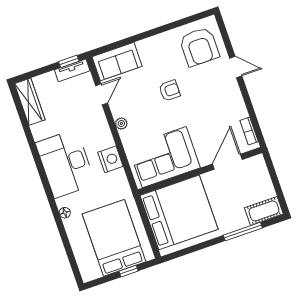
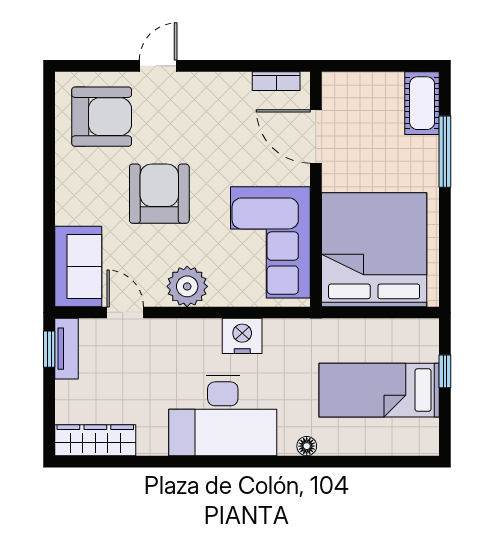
armchair: (170, 91) -> (159, 194), width x1.88, depth x1.88
plant: (121, 124) -> (187, 286), width x1.88, depth x1.88
bed: (114, 238) -> (379, 390), width x0.67

